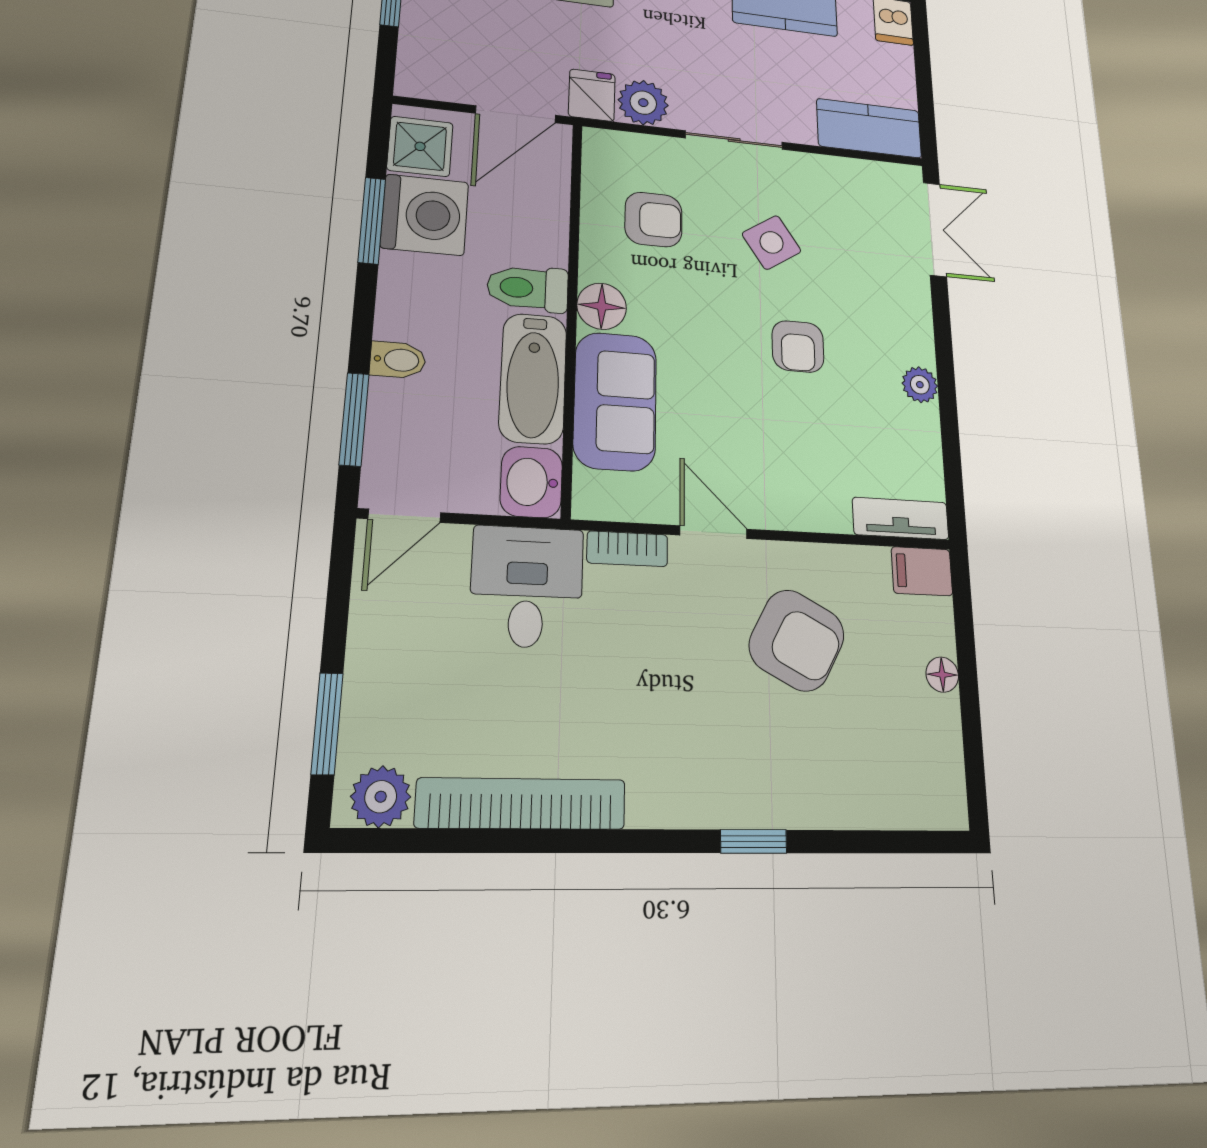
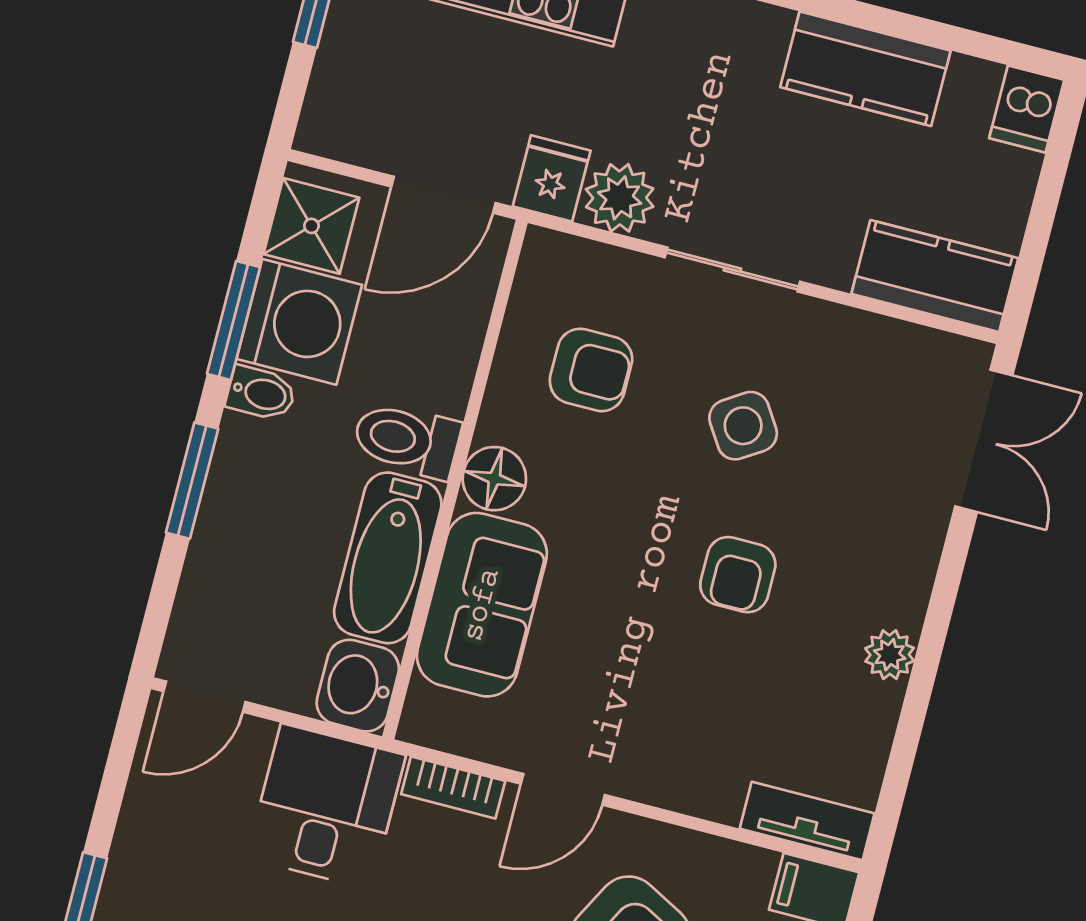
bidet: (398, 360) -> (261, 393), moved
window: (354, 419) -> (192, 481), moved
door: (714, 532) -> (563, 789), swing flipped

